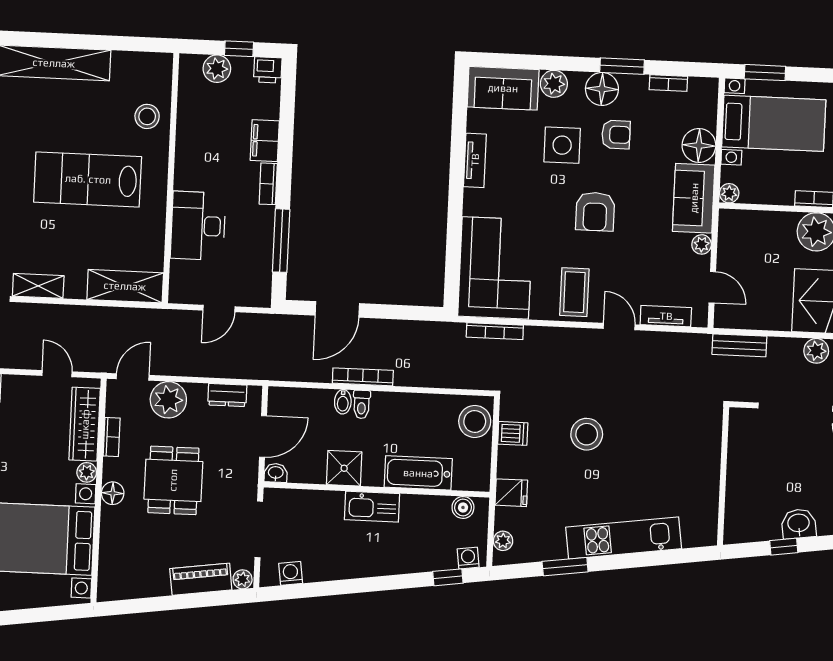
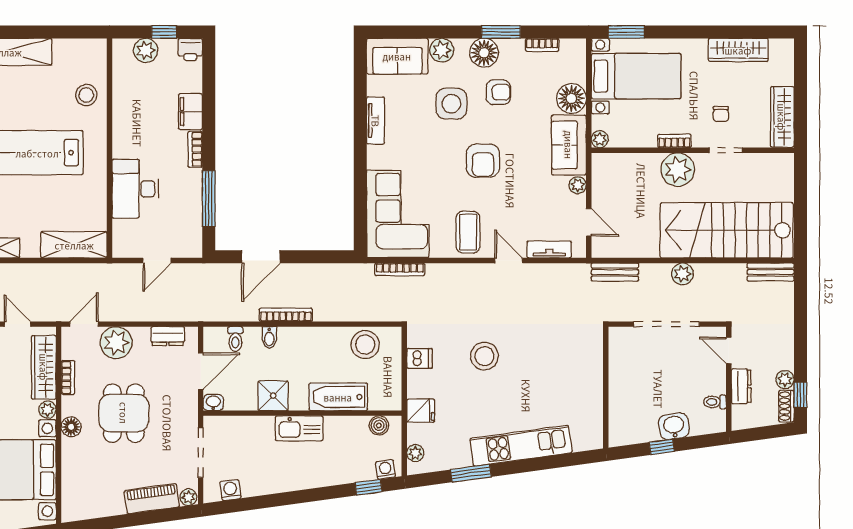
toilet: (362, 404) -> (235, 339), moved
stool: (475, 421) -> (365, 345), moved

